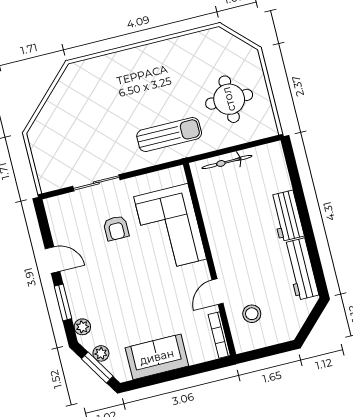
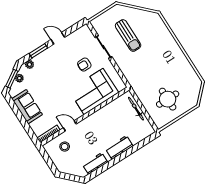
sun lounger: (169, 135) -> (128, 35), moved
door: (53, 260) -> (58, 38), swing flipped
workbench: (301, 269) -> (95, 164), width x0.73

